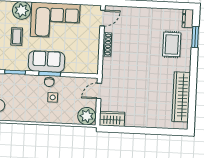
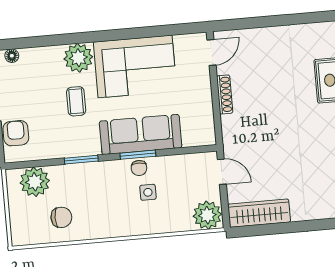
sofa: (46, 61) -> (141, 134), width x1.36
door: (99, 91) -> (222, 172), swing flipped
wardrobe: (112, 119) -> (259, 213), width x1.50

